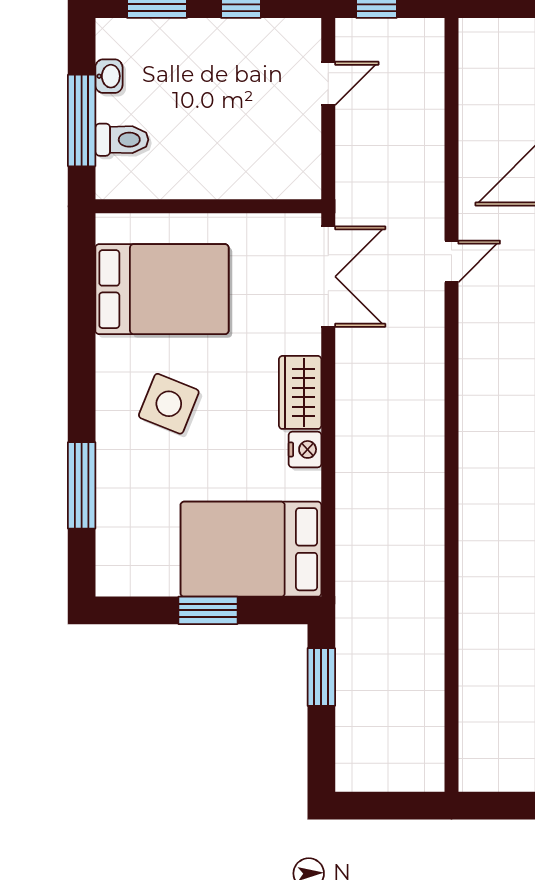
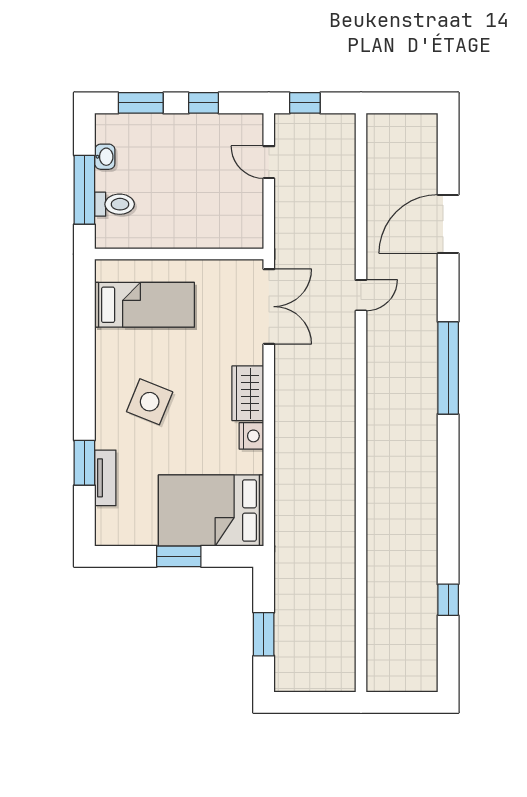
door: (328, 83) -> (269, 162), swing flipped
bed: (162, 289) -> (144, 305), width x0.67
window: (82, 485) -> (84, 463), width x0.69
tv unit: (110, 506) -> (105, 478), added
window: (321, 677) -> (264, 634), moved

